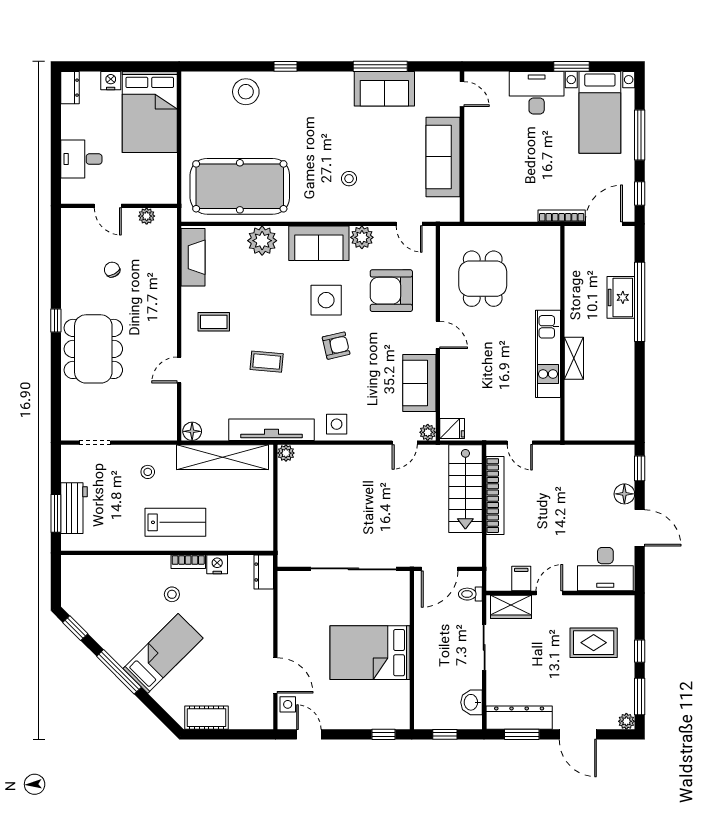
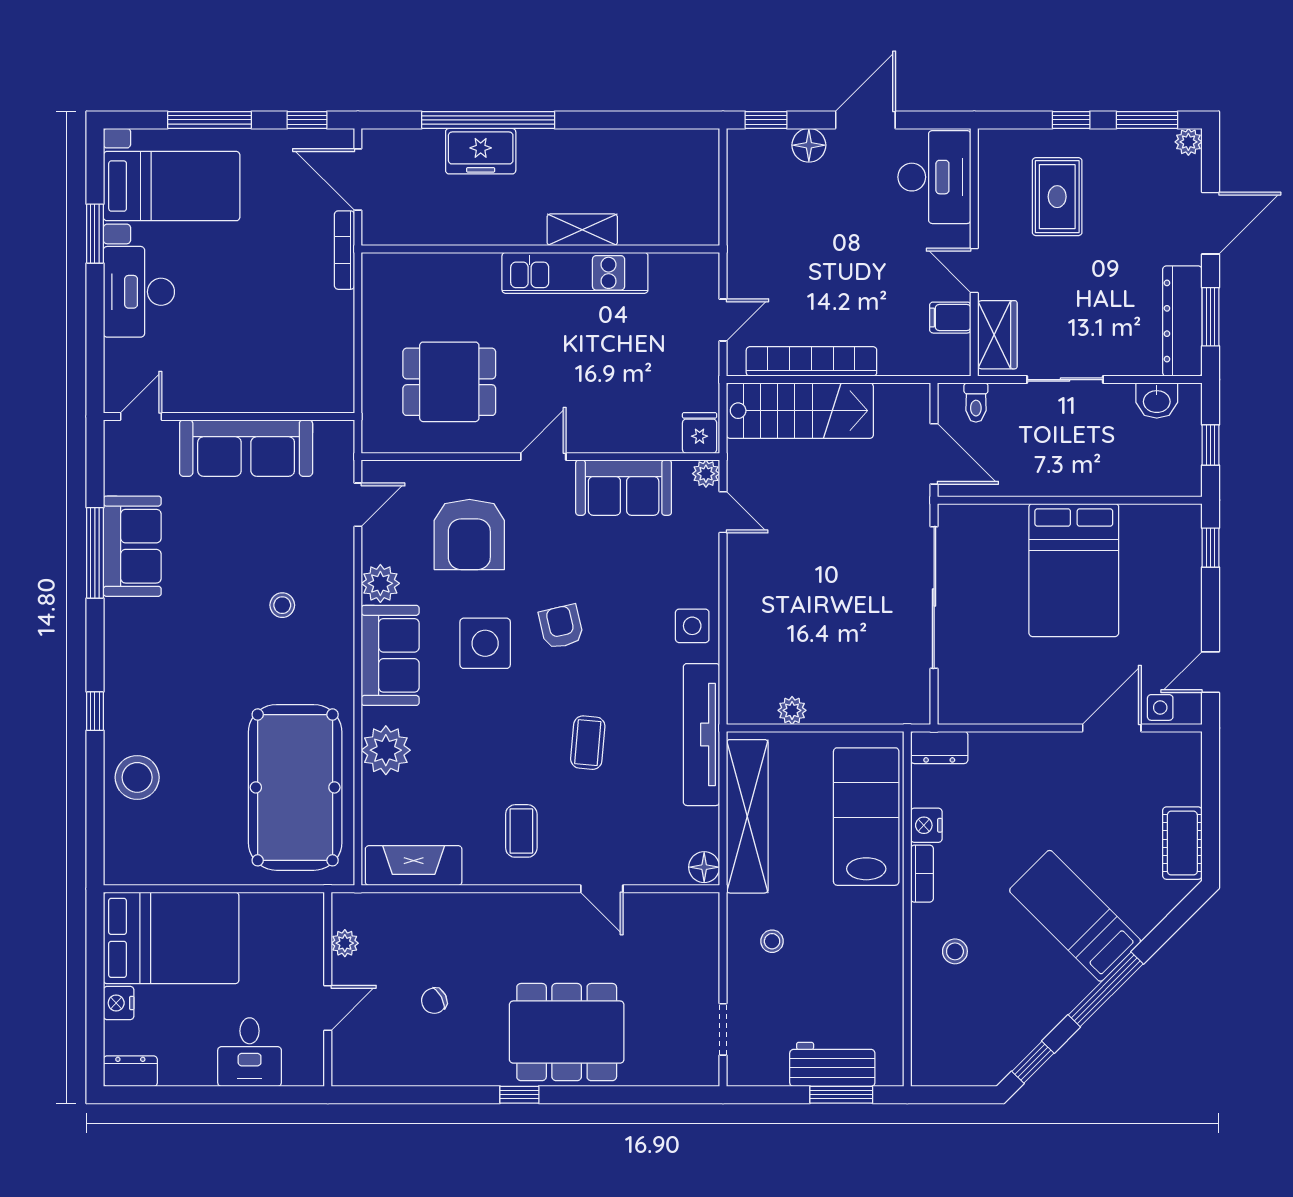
plant: (286, 453) -> (792, 710), moved
lab bench: (175, 522) -> (866, 817), moved, width x1.36, depth x1.39
stool: (172, 594) -> (955, 951), moved

